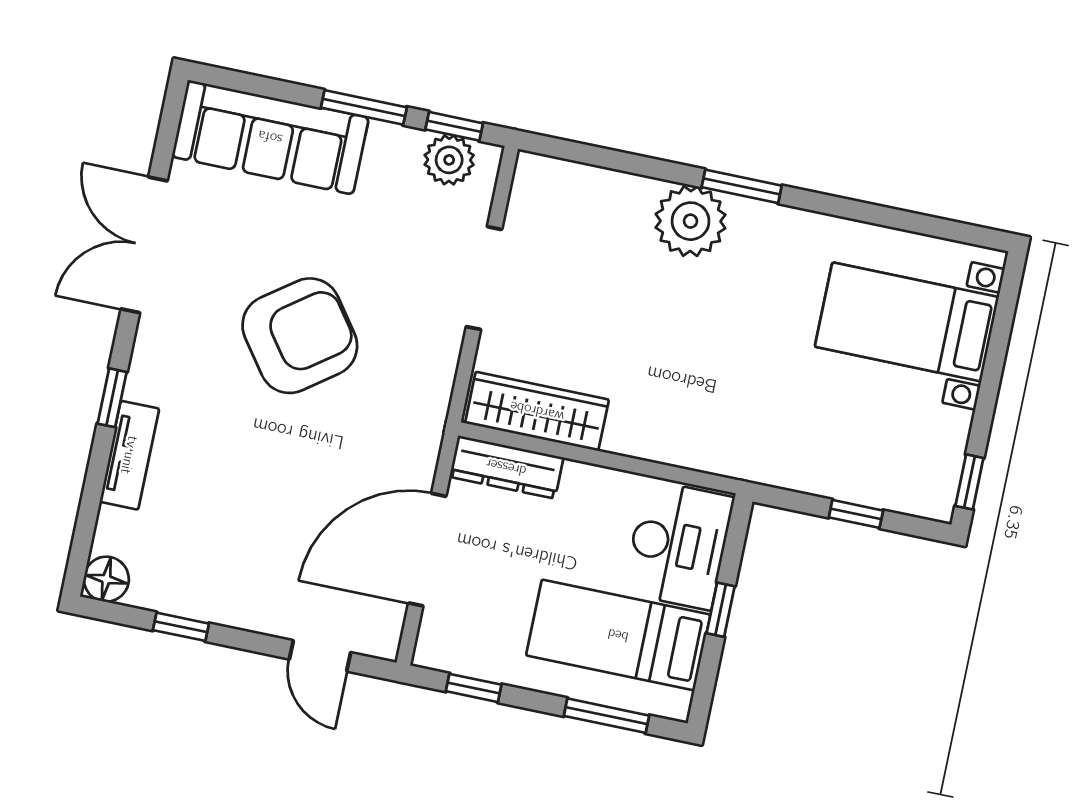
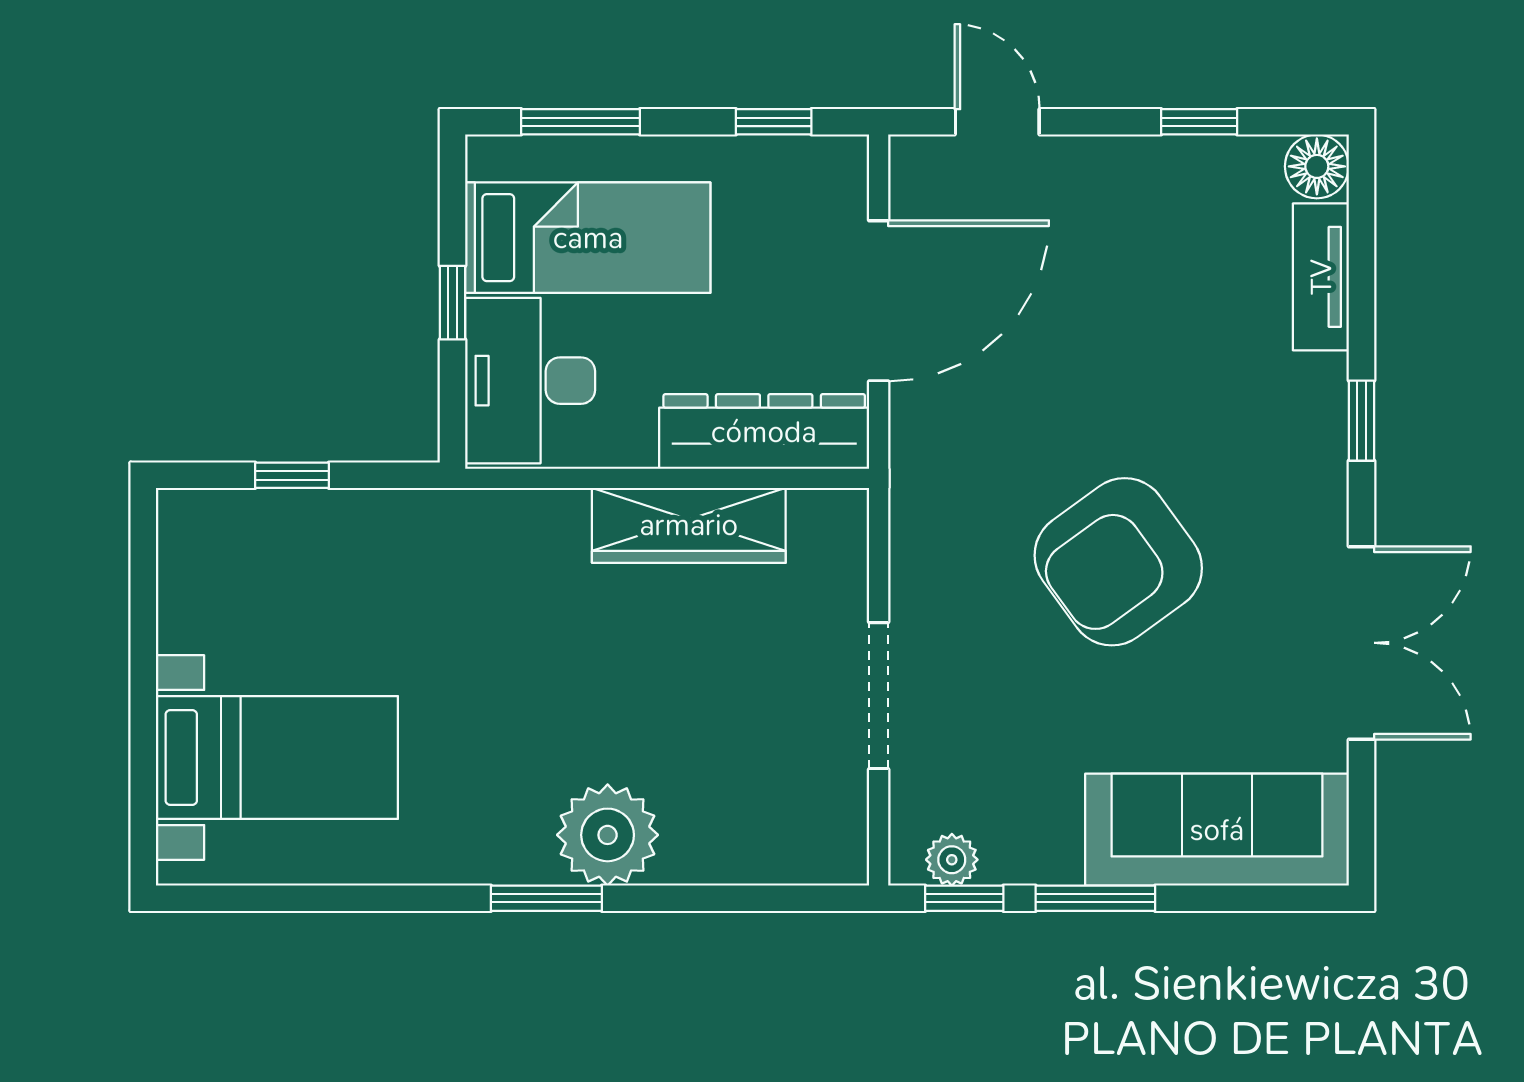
plant: (449, 160) -> (952, 860), width x0.73, depth x0.73
wardrobe: (537, 411) -> (689, 525), moved
tv unit: (129, 455) -> (1321, 277), moved
dresser: (506, 467) -> (764, 432), width x1.37, depth x1.24
window: (969, 482) -> (143, 553), removed

